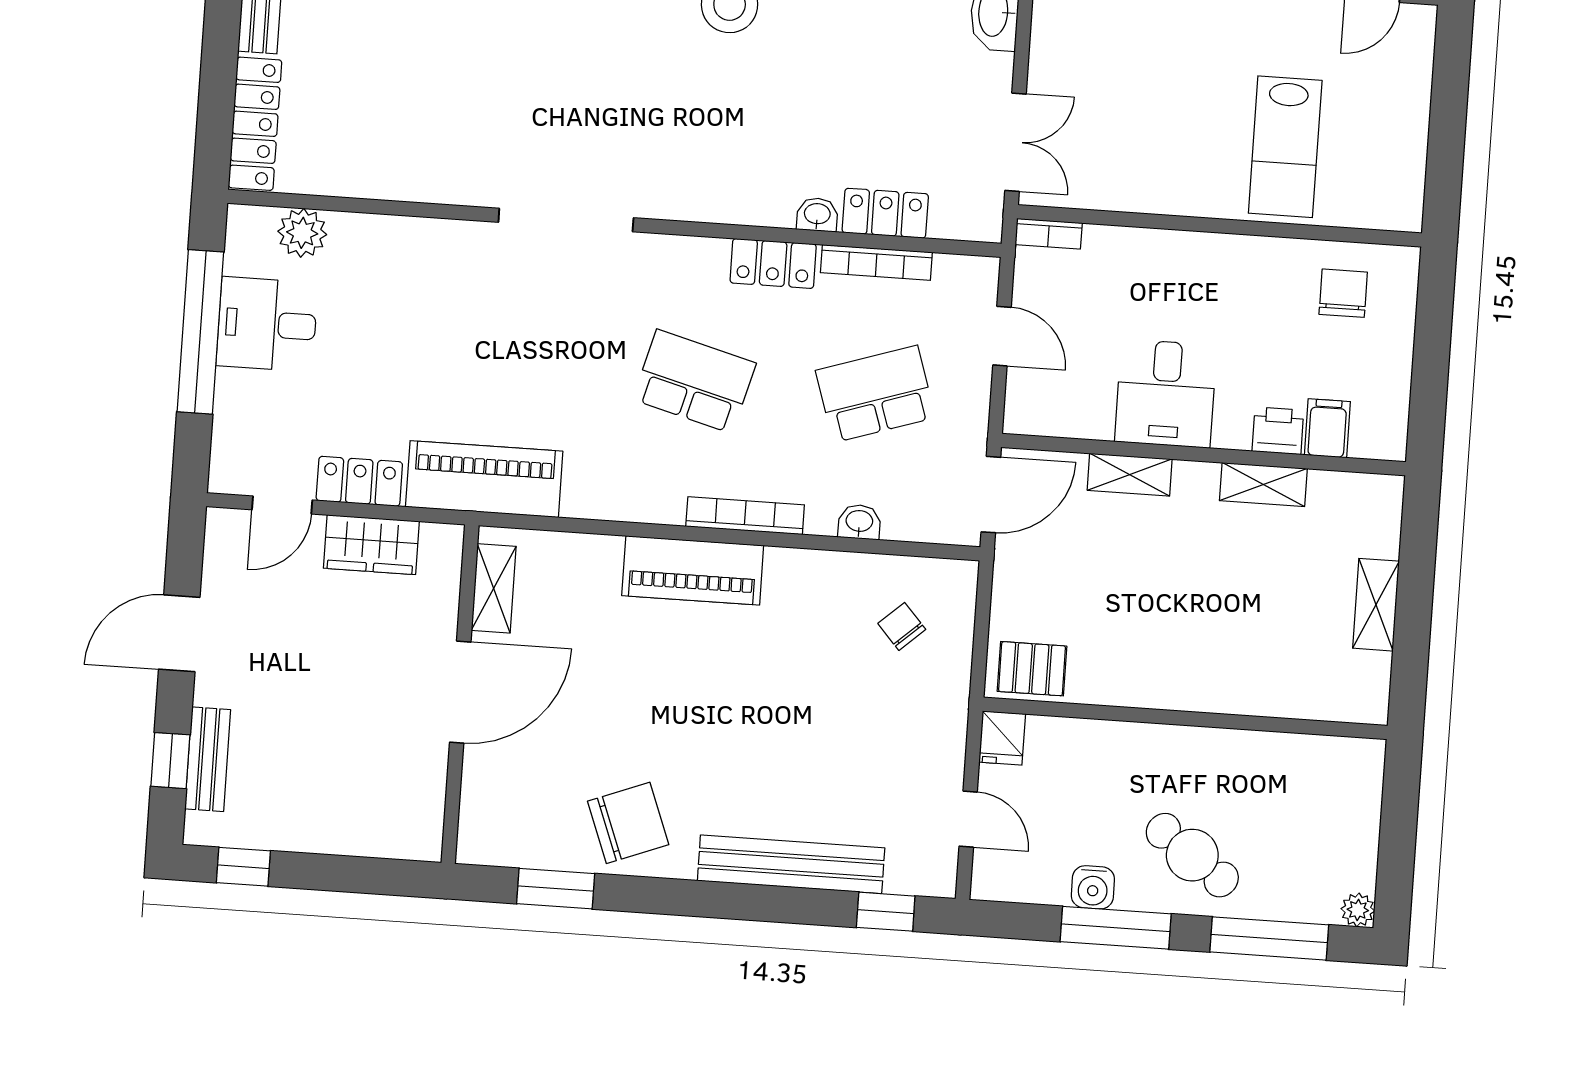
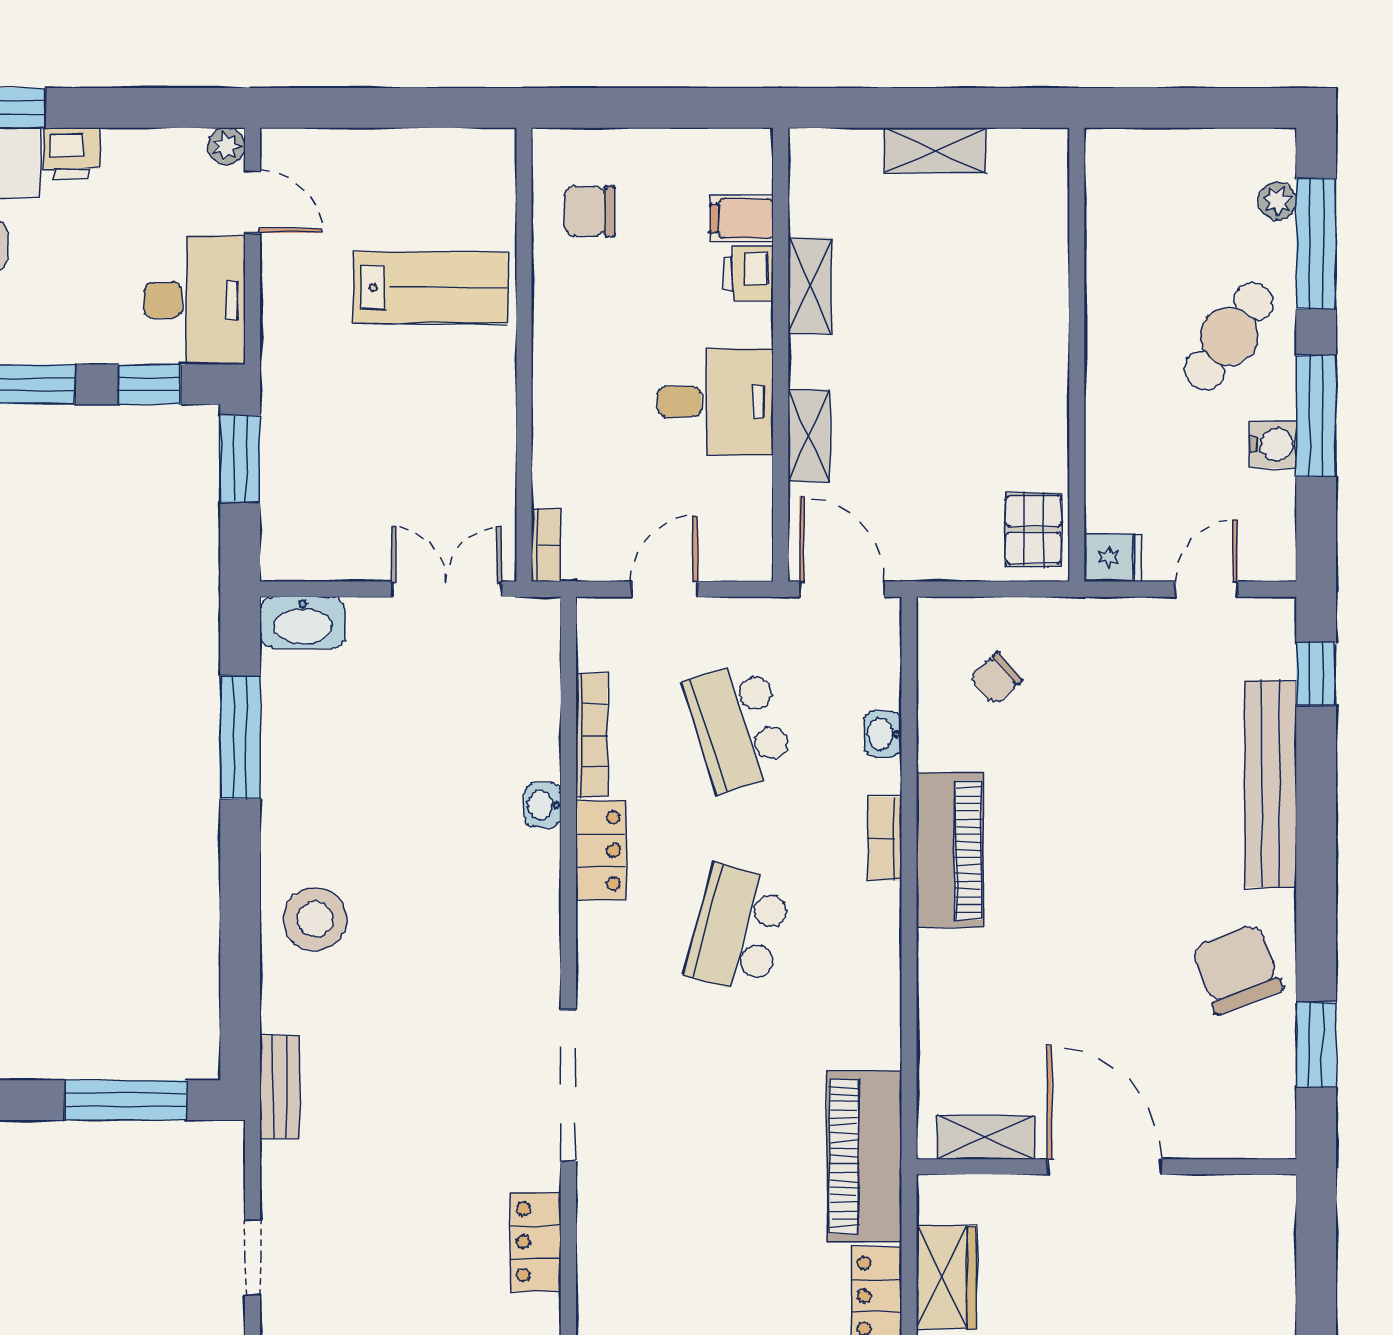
locker: (885, 213) -> (536, 1242), moved
bookcase: (745, 516) -> (885, 839), width x0.64
piano: (693, 570) -> (950, 850), moved
plant: (1358, 910) -> (1277, 201), moved

